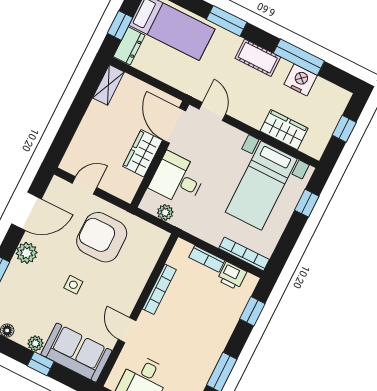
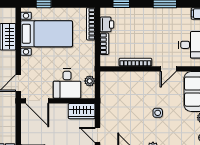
door: (174, 126) -> (37, 101), hinge flipped
wardrobe: (143, 153) -> (82, 111), moved
armchair: (102, 237) -> (122, 110), removed

